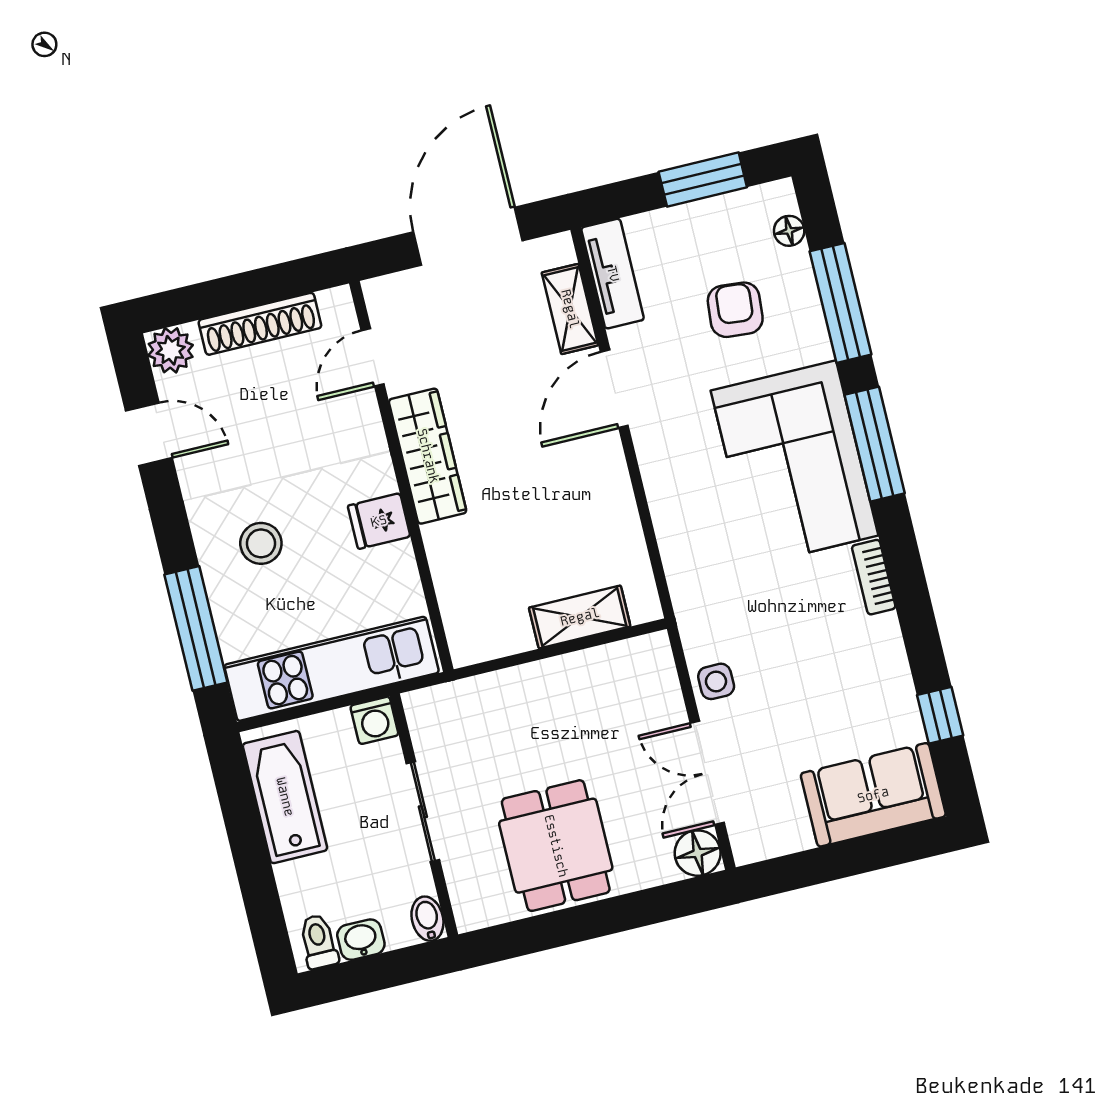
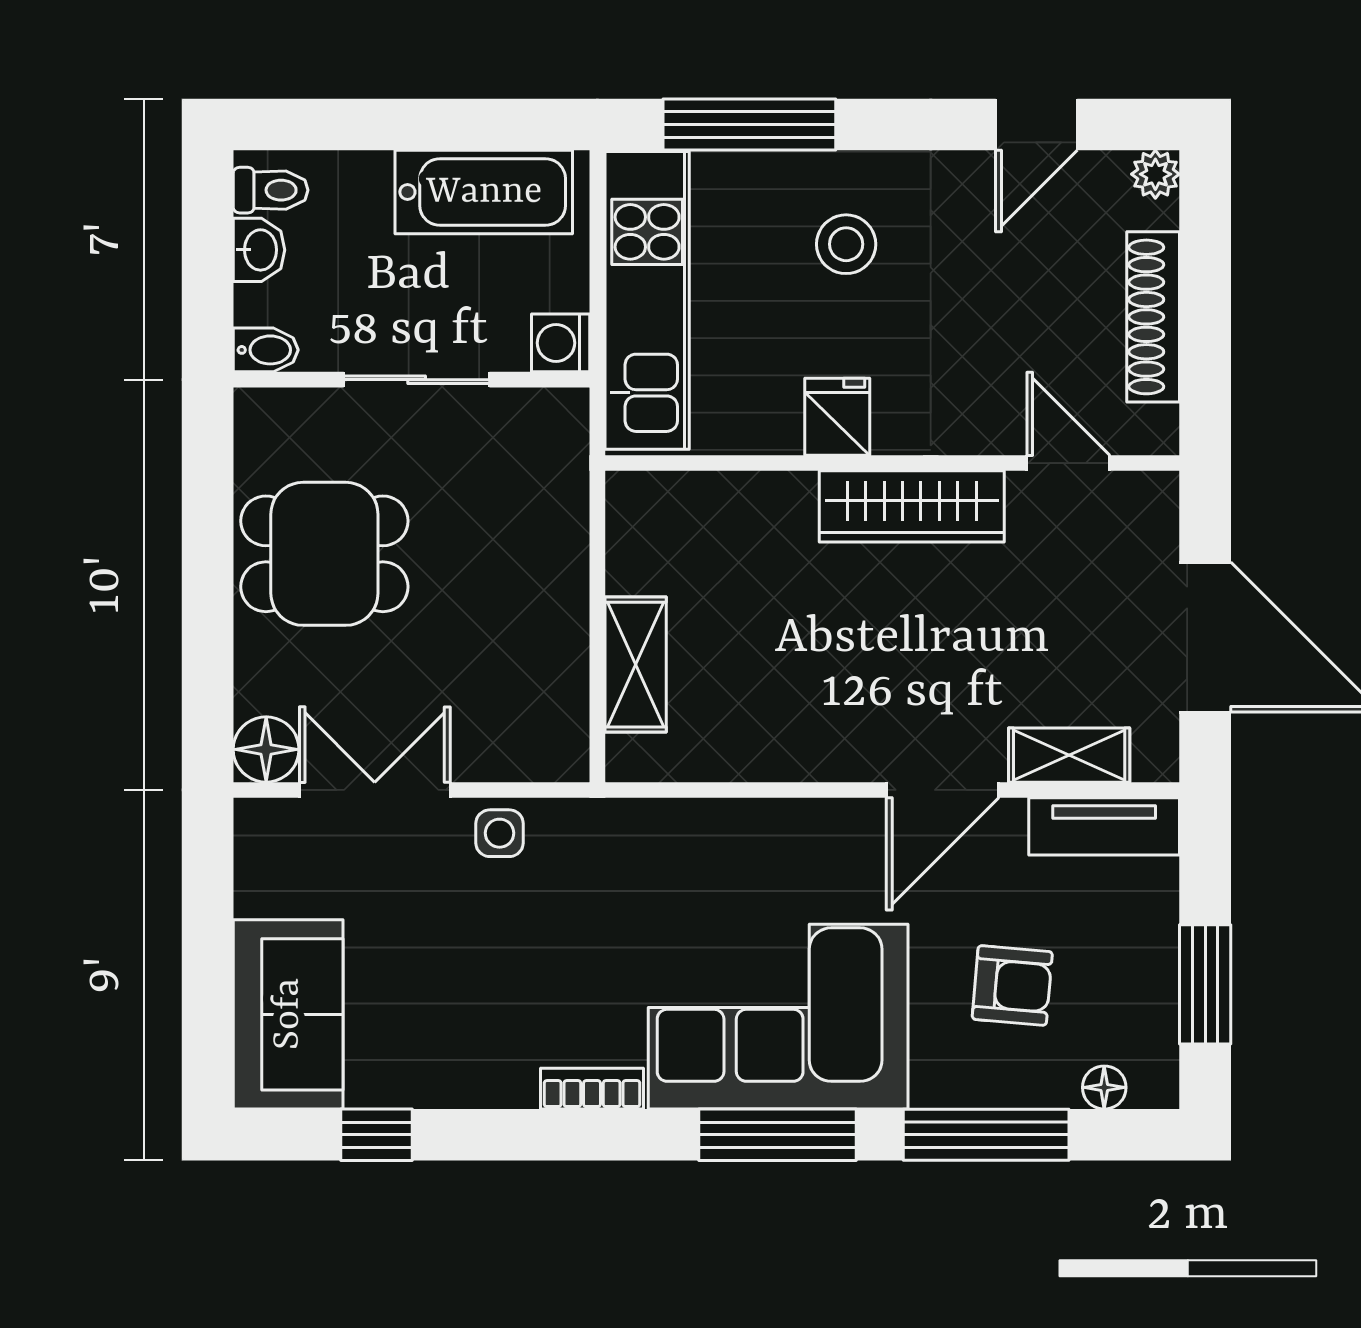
plant: (171, 350) -> (1155, 174), width x0.73, depth x0.73
door: (614, 389) -> (943, 790), swing flipped

